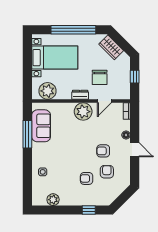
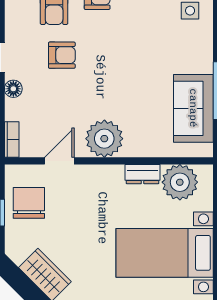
chair: (100, 77) -> (29, 203), moved
dresser: (80, 95) -> (143, 174), moved

